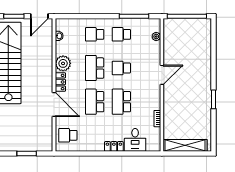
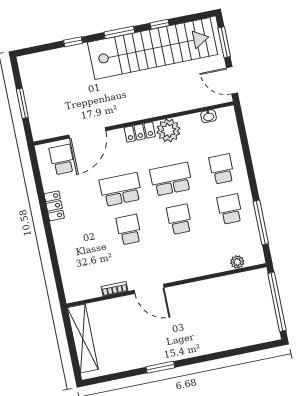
door: (162, 75) -> (149, 289), moved
school desk: (121, 102) -> (129, 230), width x0.54
door: (54, 104) -> (87, 133), moved
desk: (135, 140) -> (76, 262), removed
locker: (114, 146) -> (54, 206), moved

